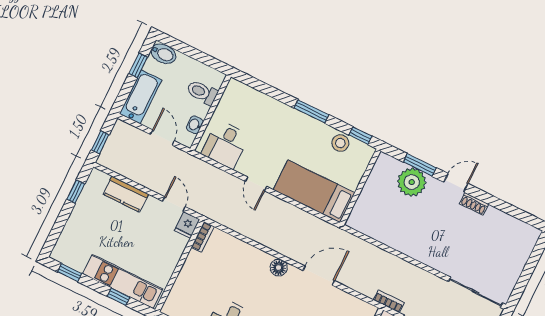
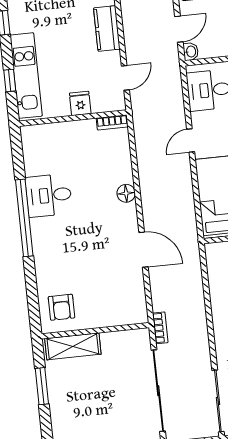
washbasin: (195, 125) -> (191, 52), moved, turned 90
fridge: (187, 225) -> (80, 103), moved, turned 90
floor lamp: (279, 268) -> (126, 193), moved

